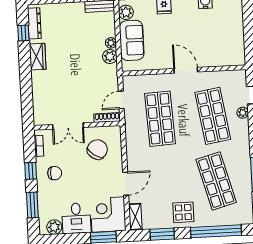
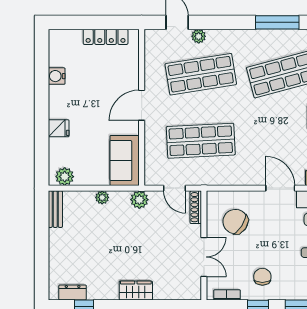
dresser: (34, 23) -> (73, 292), width x0.70
locker: (238, 39) -> (106, 37), added
sofa: (132, 40) -> (125, 161), moved, turned -90
plant: (110, 56) -> (139, 200), moved
wardrobe: (38, 57) -> (136, 291), moved

